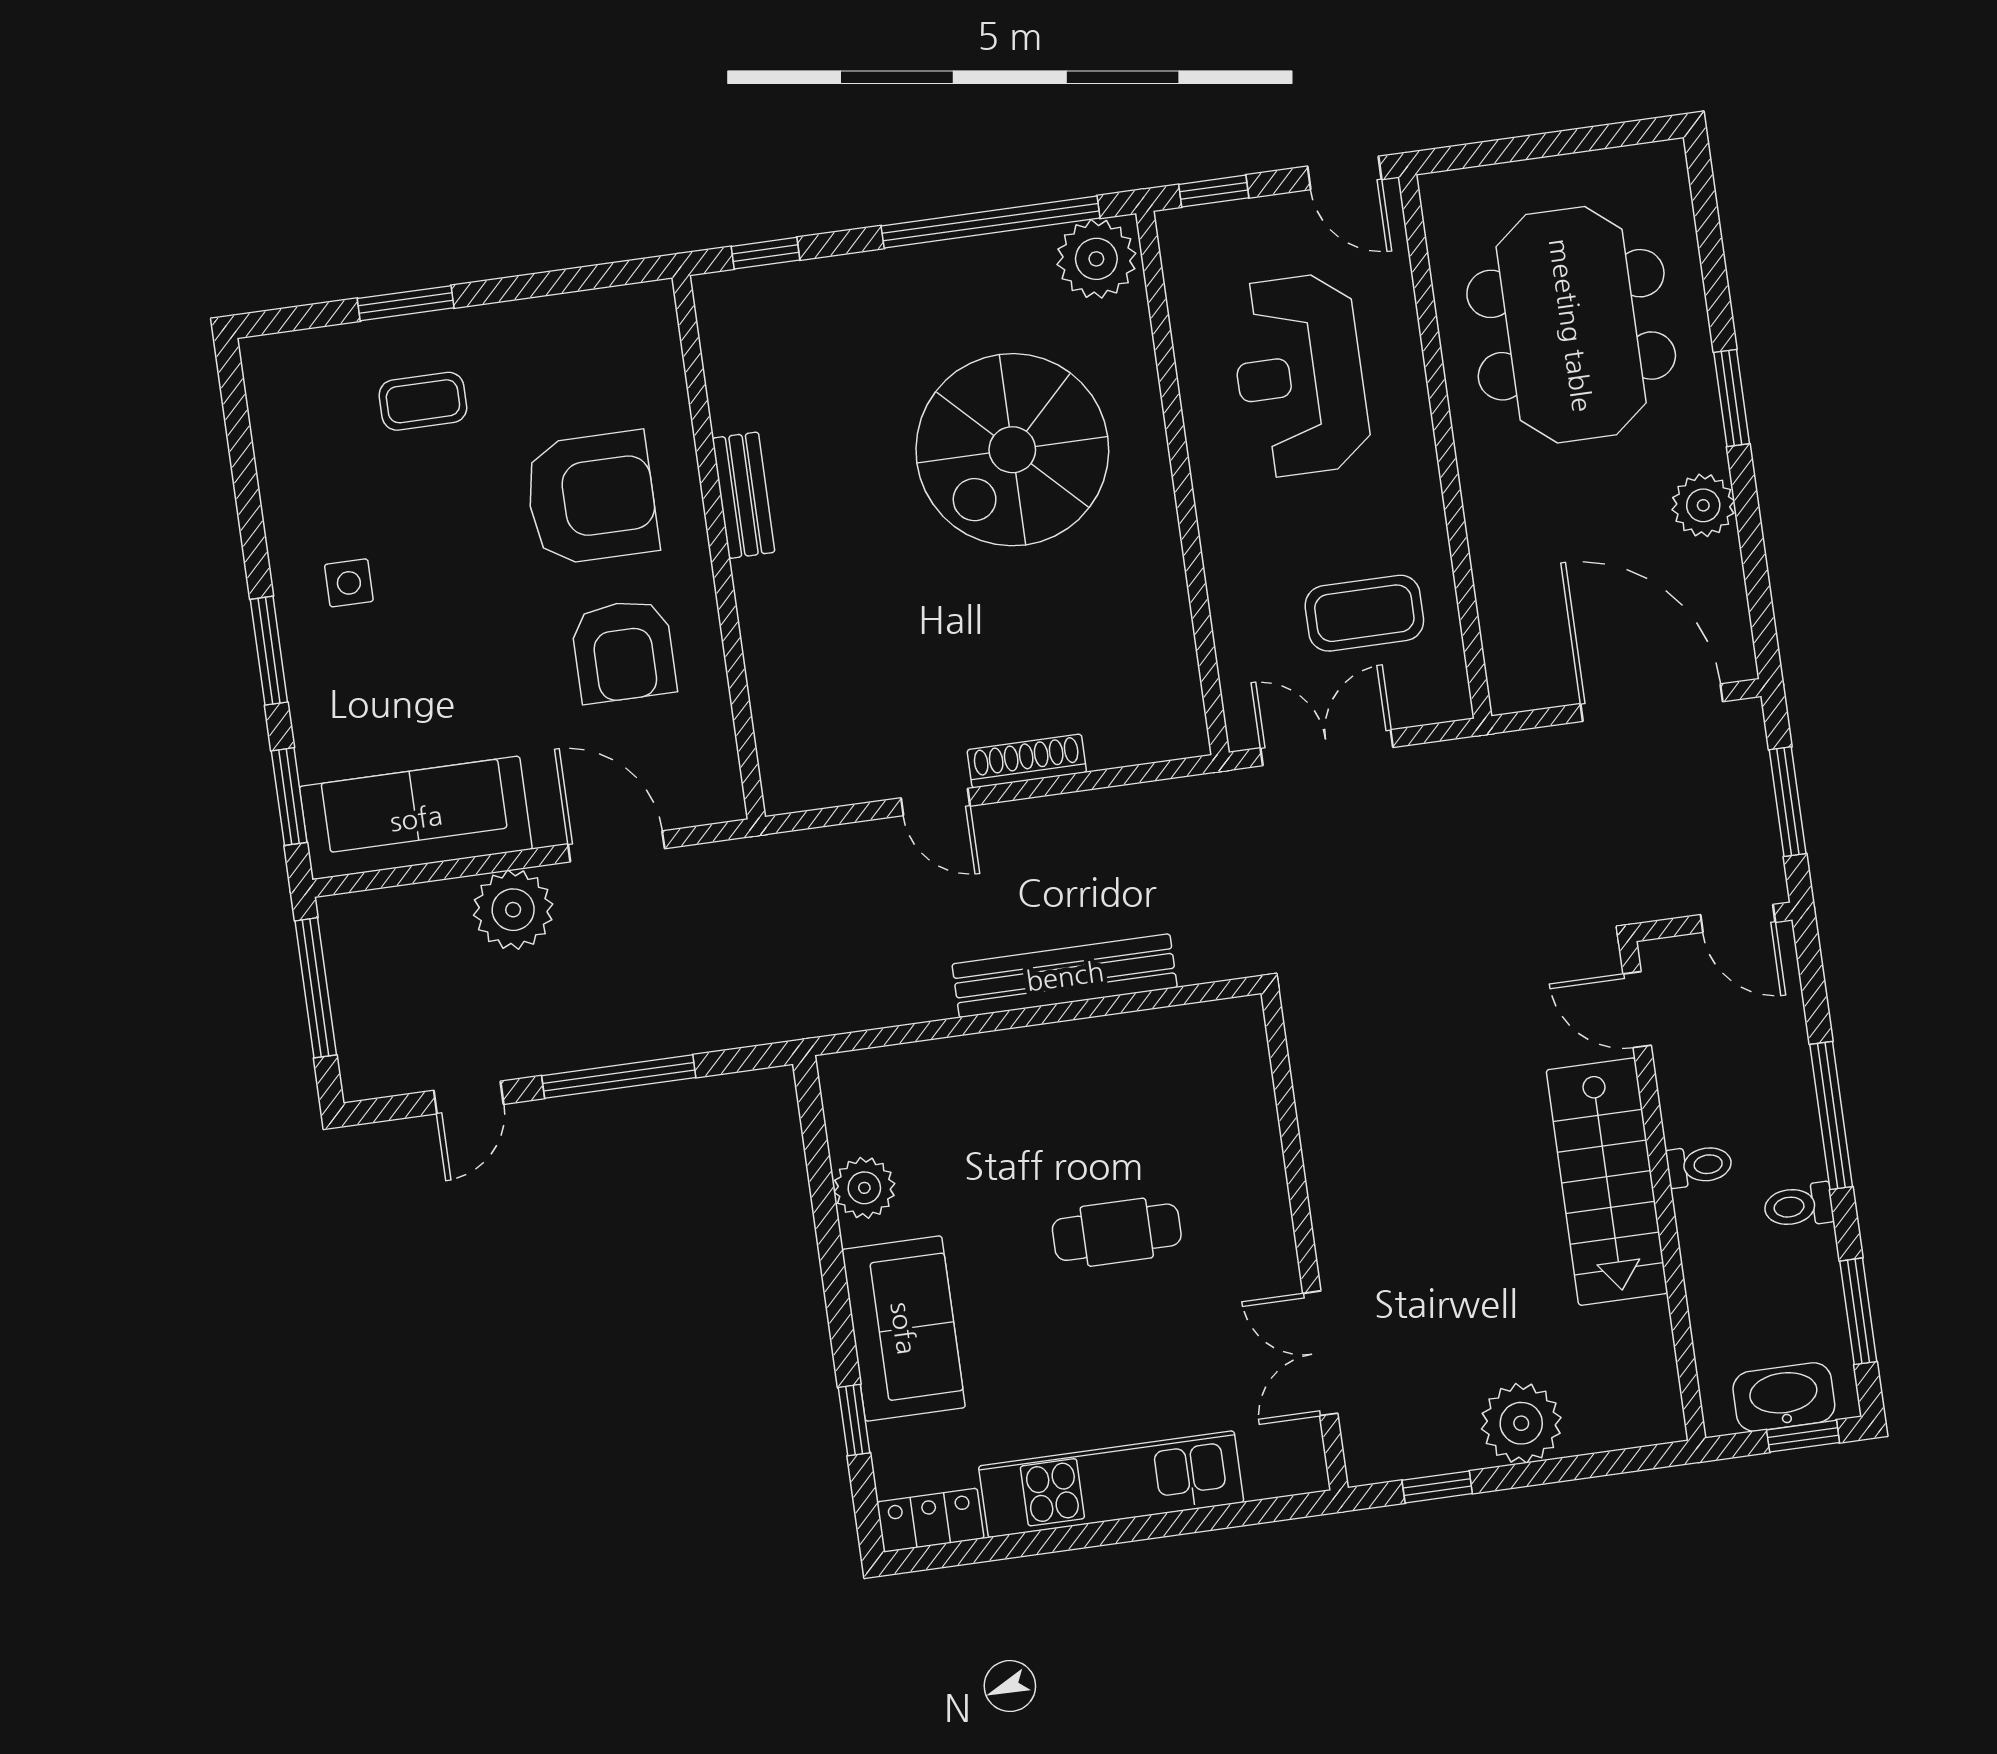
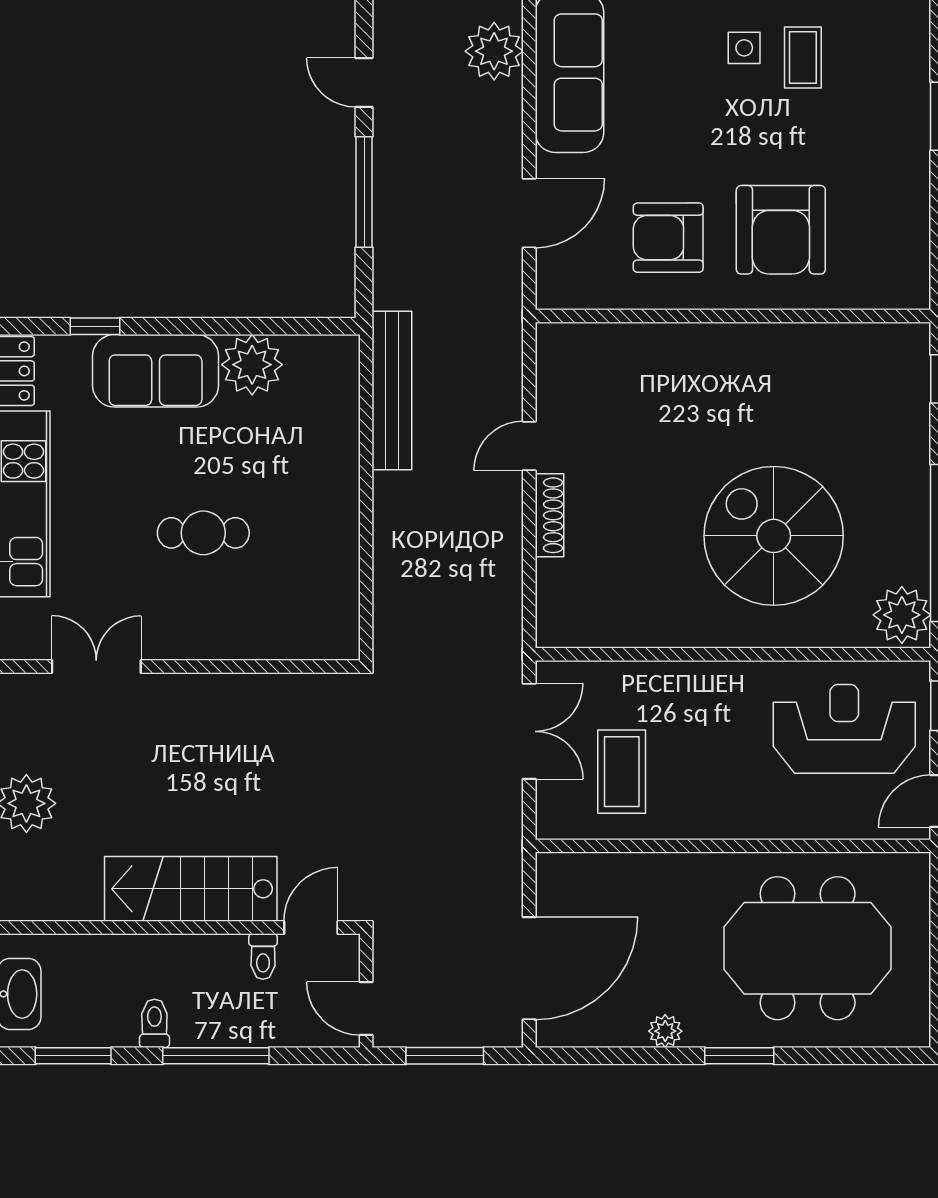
reception desk: (1300, 375) -> (844, 729), moved
coffee table: (423, 401) -> (803, 58), moved
bench: (744, 495) -> (768, 339), removed
plant: (1703, 505) -> (665, 1031), width x0.73, depth x0.73
plant: (513, 910) -> (494, 51), moved
door: (1738, 918) -> (366, 1009), hinge flipped
bench: (1065, 976) -> (392, 390), moved
toilet: (1699, 1165) -> (263, 956), moved
plant: (864, 1188) -> (252, 365), width x1.36, depth x1.36
cafe table: (1117, 1232) -> (203, 533), turned 90

